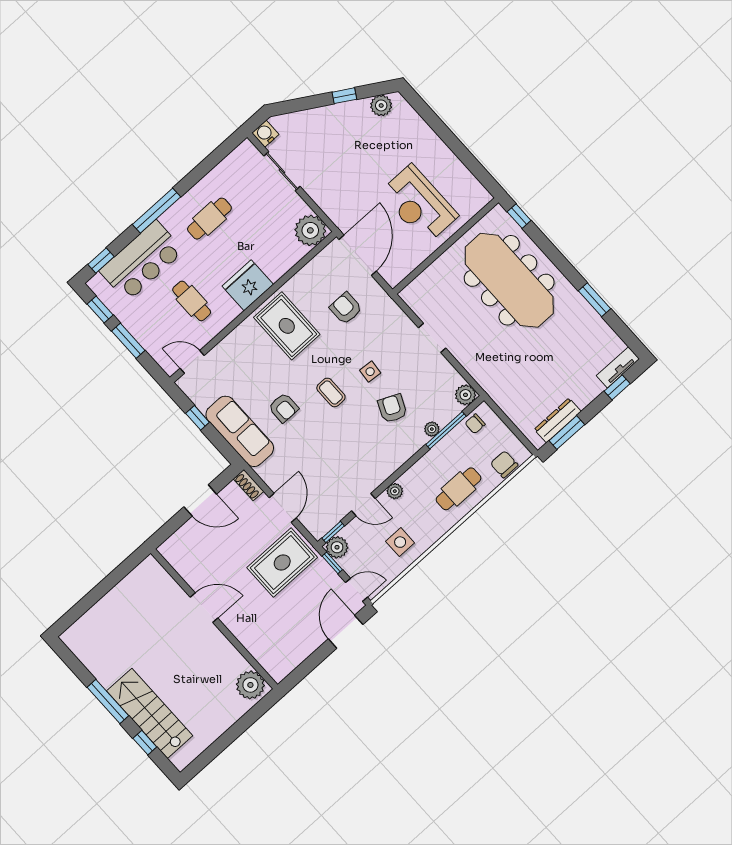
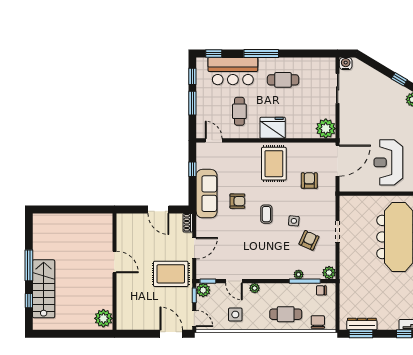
armchair: (284, 408) -> (237, 201), turned -90
armchair: (392, 408) -> (309, 240), moved
door: (346, 632) -> (171, 334), hinge flipped

